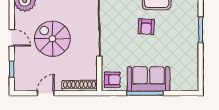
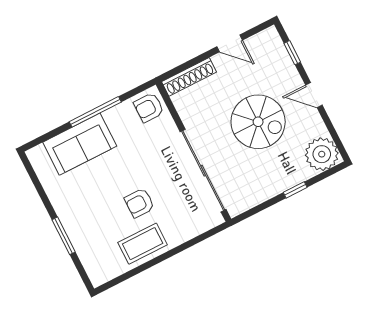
armchair: (146, 27) -> (139, 203), turned -93
sofa: (149, 79) -> (80, 144), moved
door: (46, 93) -> (230, 43), hinge flipped

